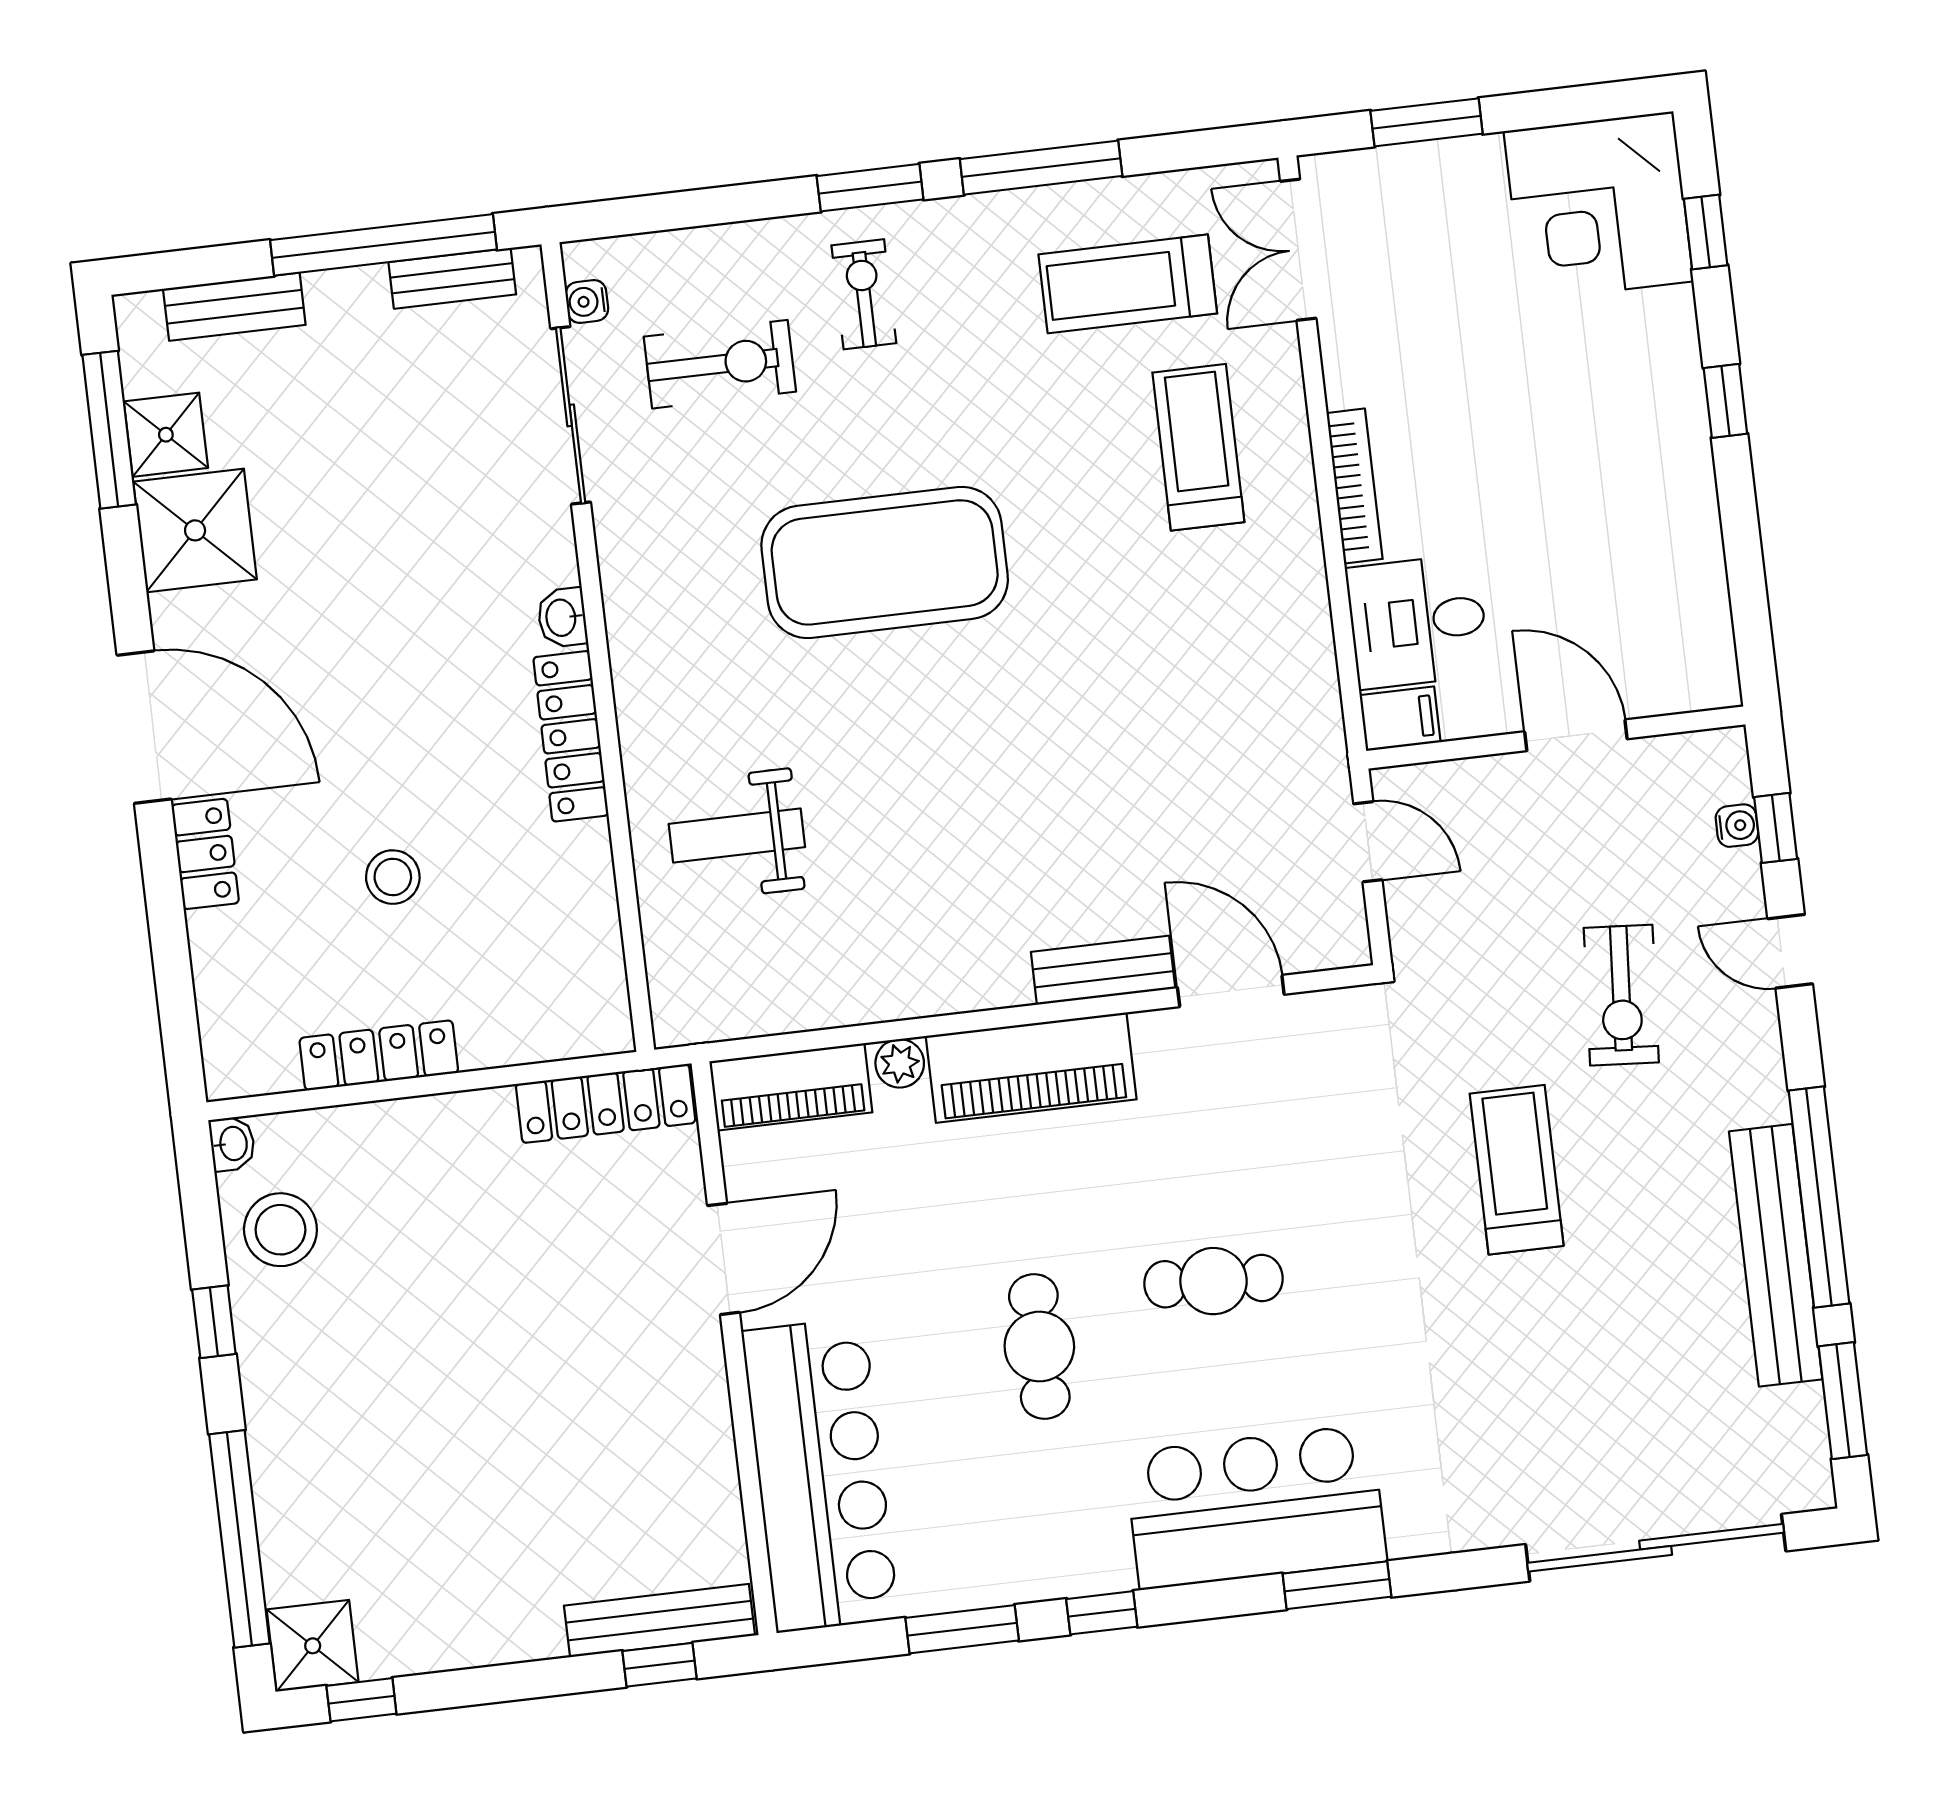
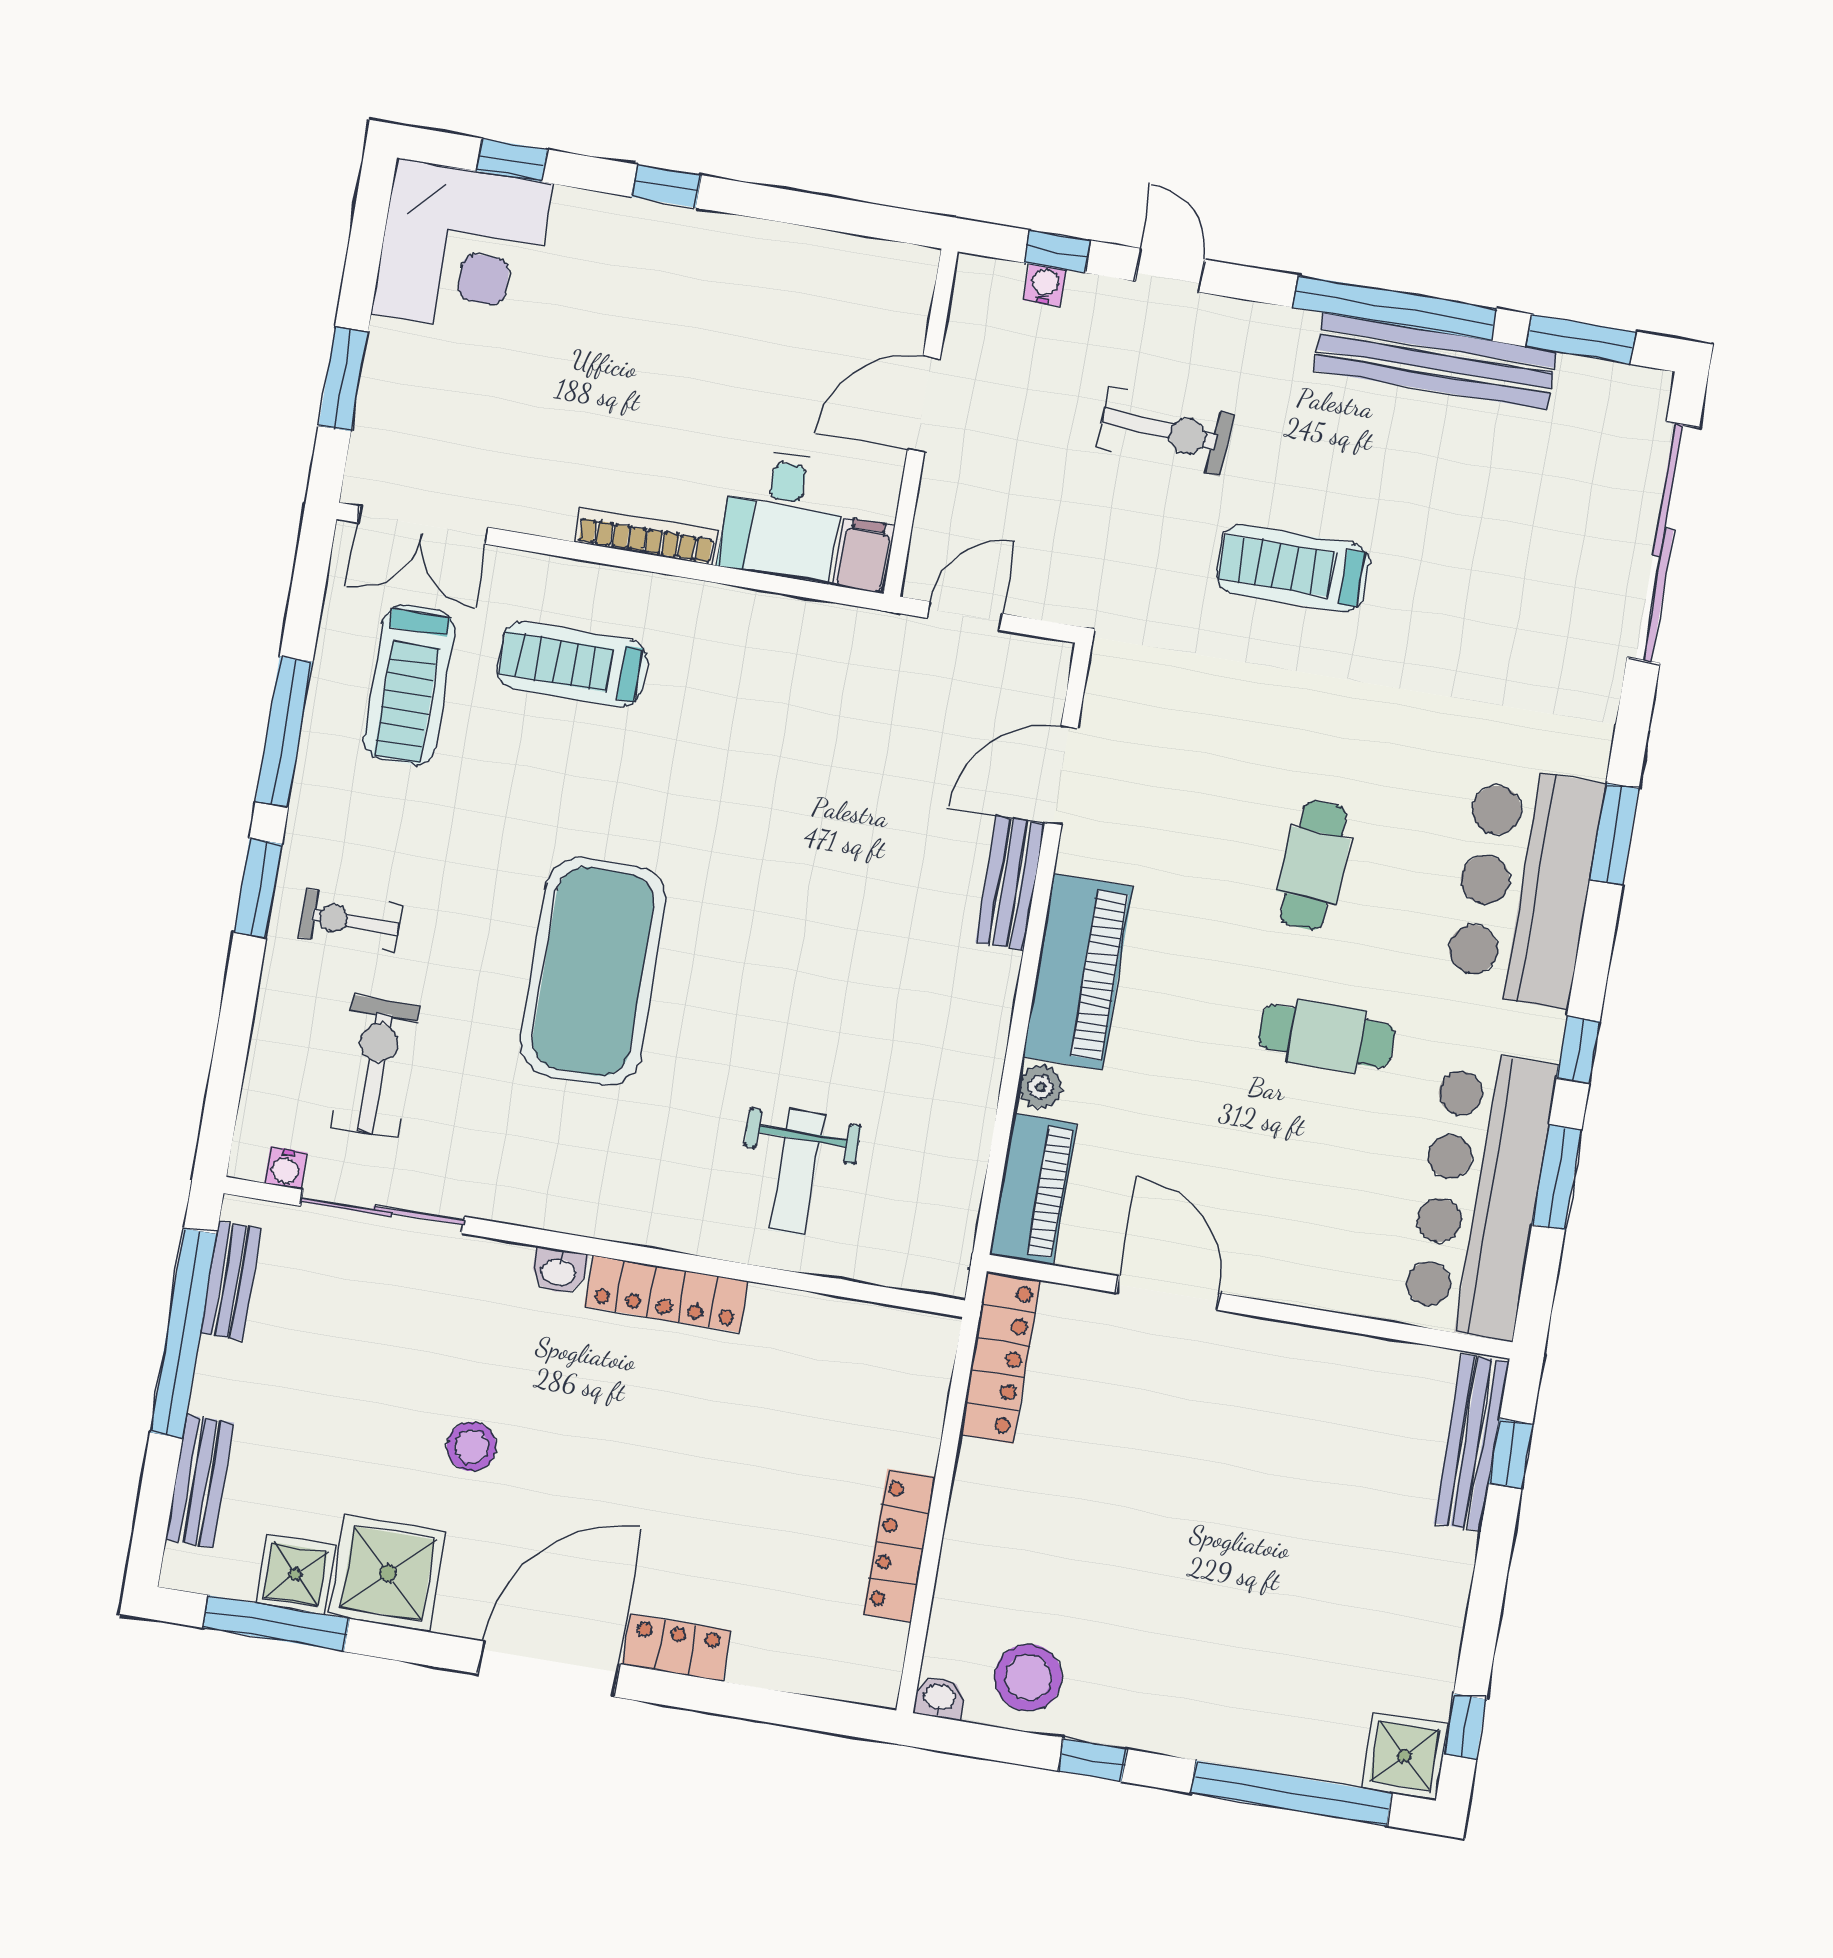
stool: (393, 877) -> (472, 1447), moved
door: (1790, 951) -> (1170, 270), swing flipped
bar counter: (820, 1475) -> (1480, 1194), moved, turned -90

